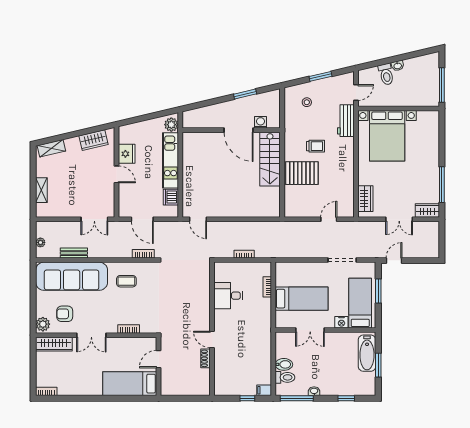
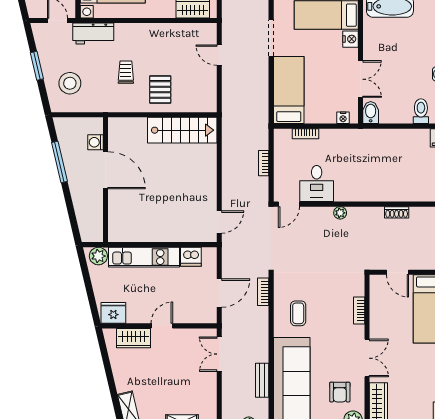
window: (245, 94) -> (59, 162), width x1.44
stool: (307, 102) -> (70, 83), width x1.89, depth x1.89
door: (239, 130) -> (105, 170), hinge flipped
wardrobe: (94, 140) -> (134, 338), moved, turned 103
fridge: (127, 154) -> (113, 313), moved
stairs: (270, 159) -> (182, 130), moved
pallet: (302, 173) -> (160, 89), width x0.67, depth x0.71
double door: (94, 219) -> (219, 354), swing flipped
bed: (301, 299) -> (289, 90), moved
plant: (205, 314) -> (340, 213), added
nightstand: (280, 316) -> (343, 118), added
door: (212, 340) -> (289, 204), moved
bidet: (284, 364) -> (371, 113), moved

